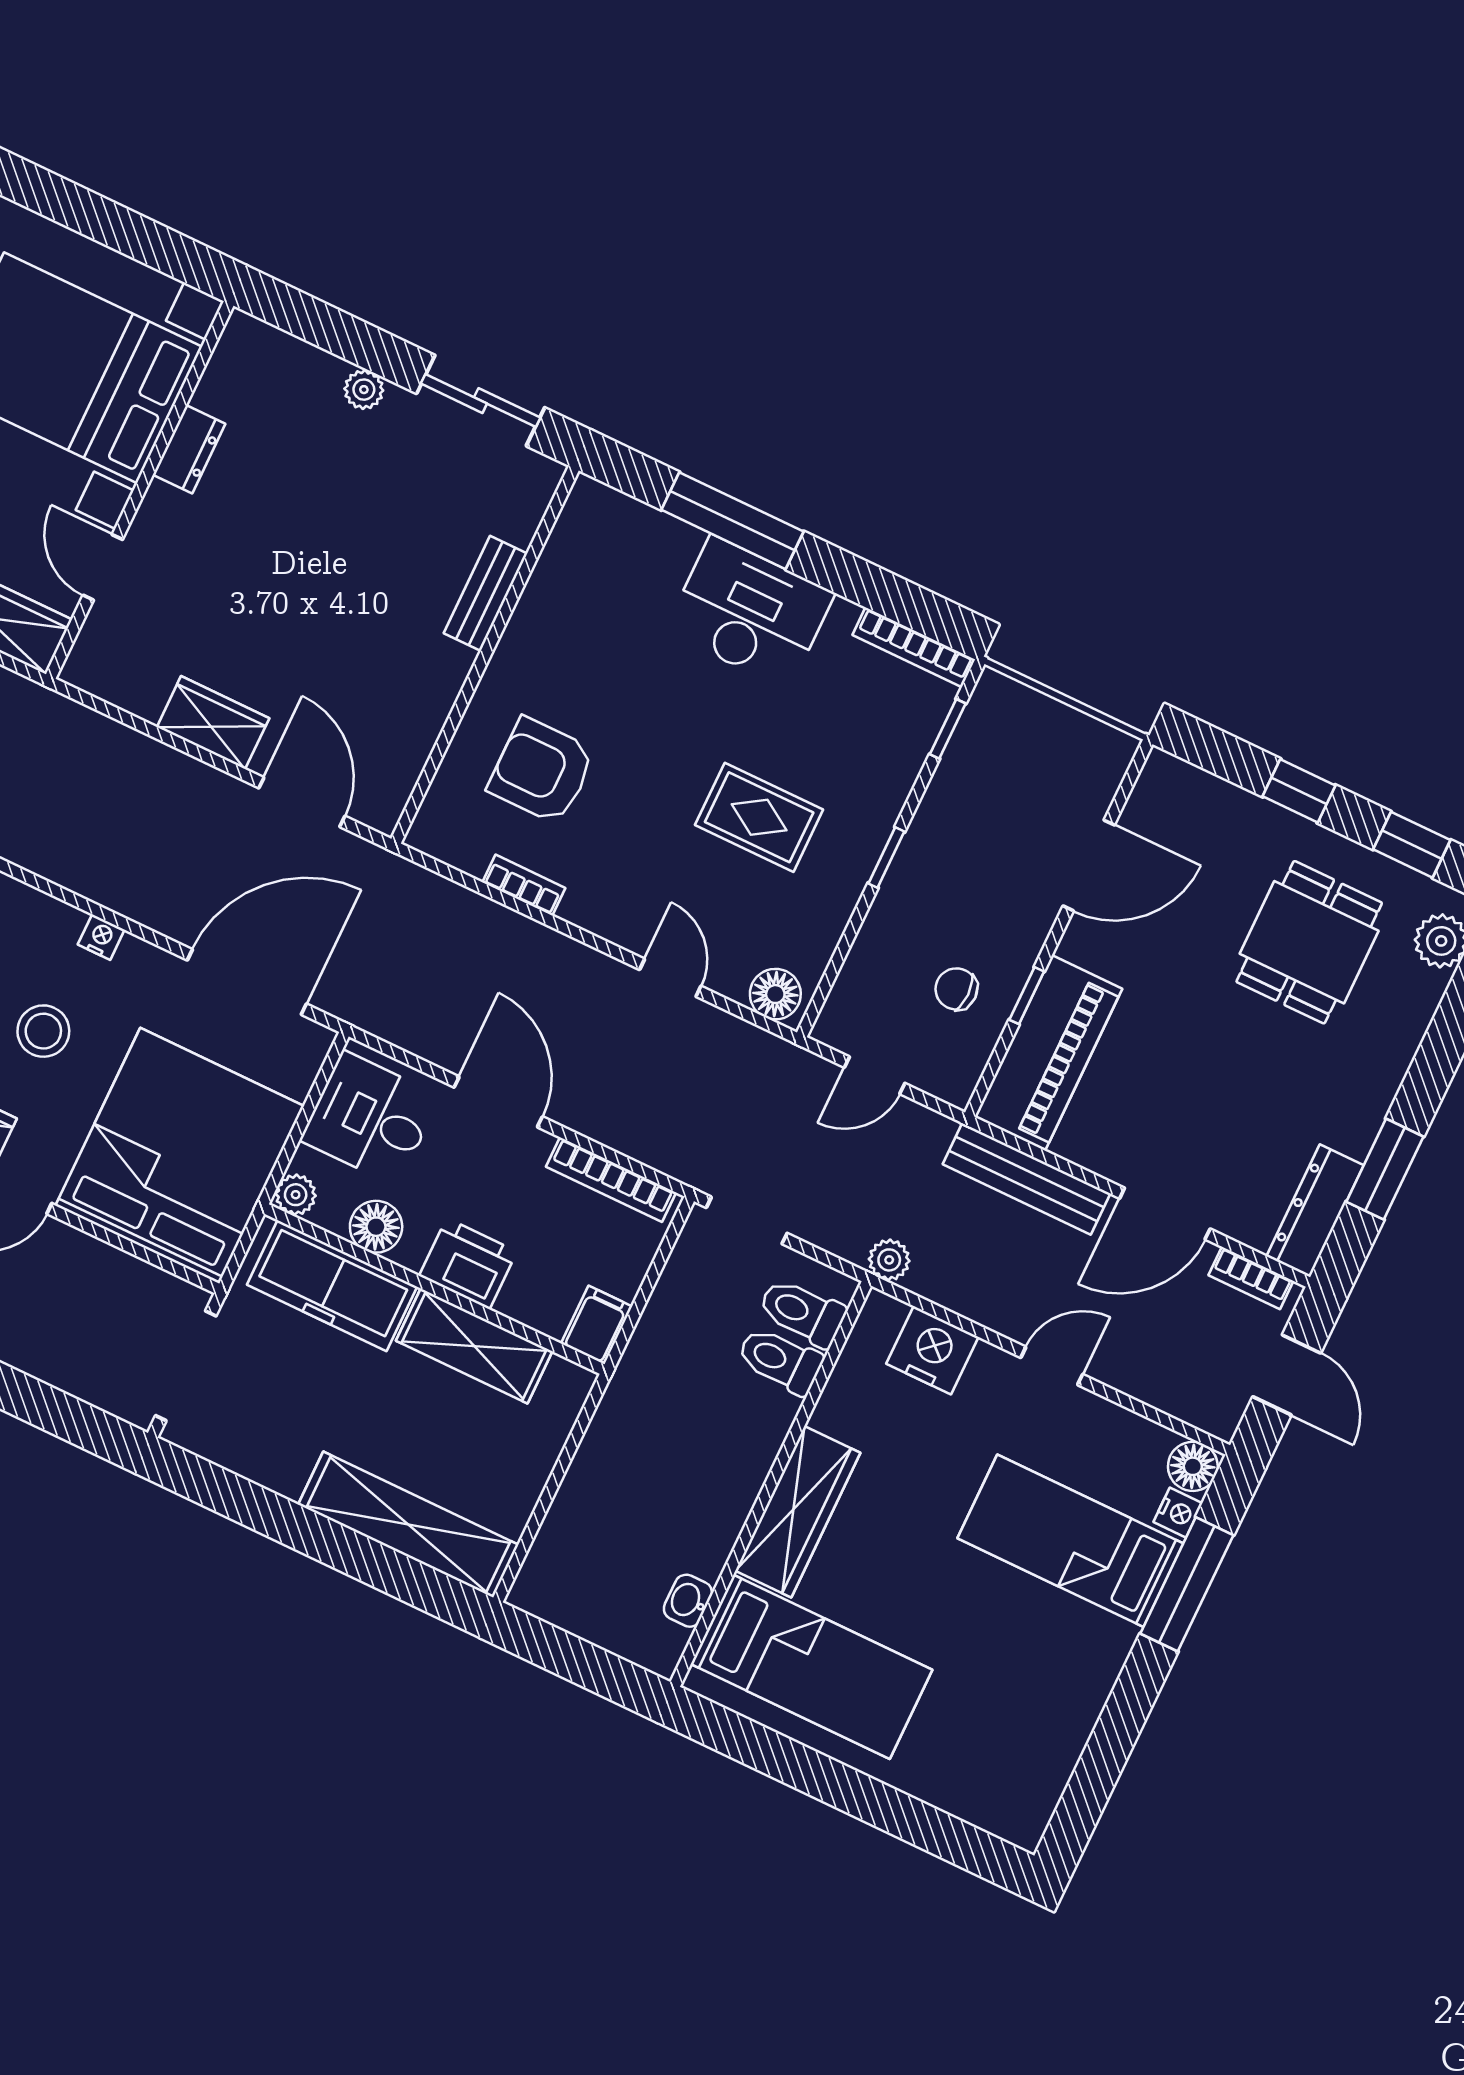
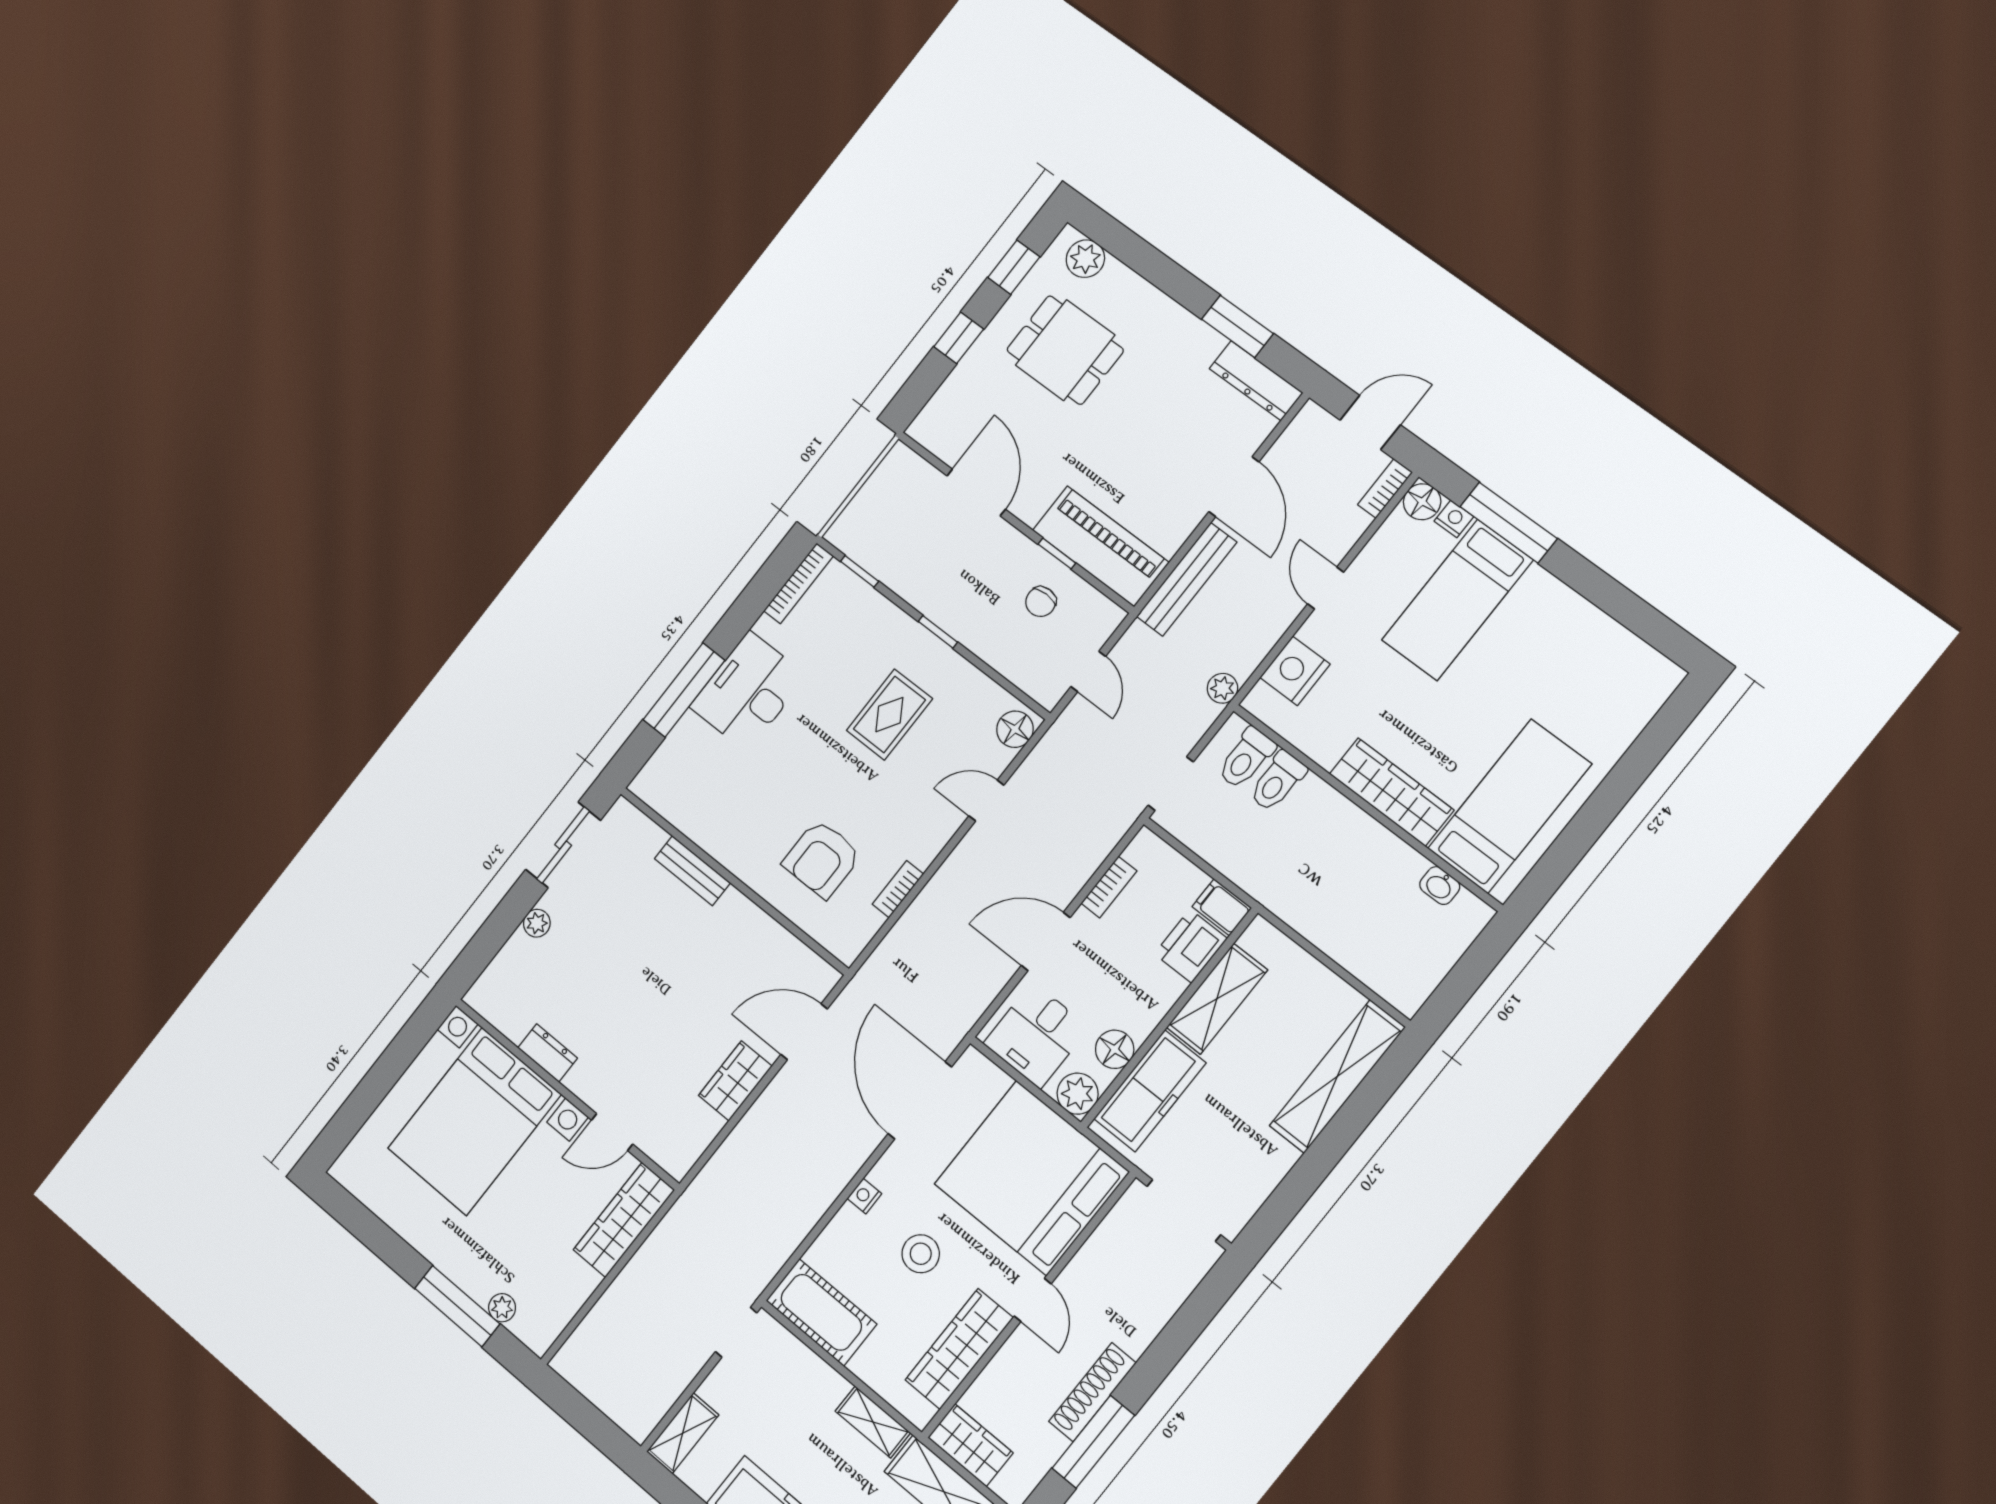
bookcase: (611, 1180) -> (1109, 887), width x0.64
plant: (296, 1195) -> (1078, 1094), width x1.38, depth x1.38
printer: (468, 1264) -> (1191, 946), moved
bookcase: (1251, 1278) -> (1385, 488), moved, turned 180

